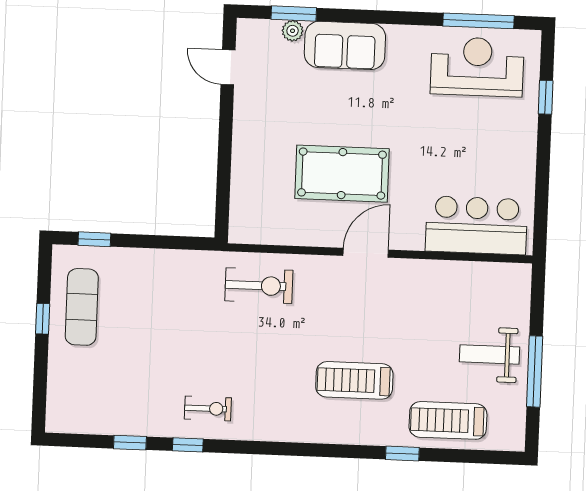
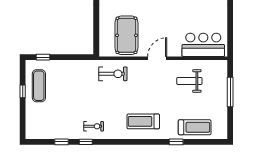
pool table: (342, 174) -> (126, 35), moved, turned 90
weight bench: (489, 354) -> (189, 81), moved
window: (535, 371) -> (230, 92), moved
treadmill: (354, 380) -> (143, 121), moved
treadmill: (448, 420) -> (195, 127), turned 180

